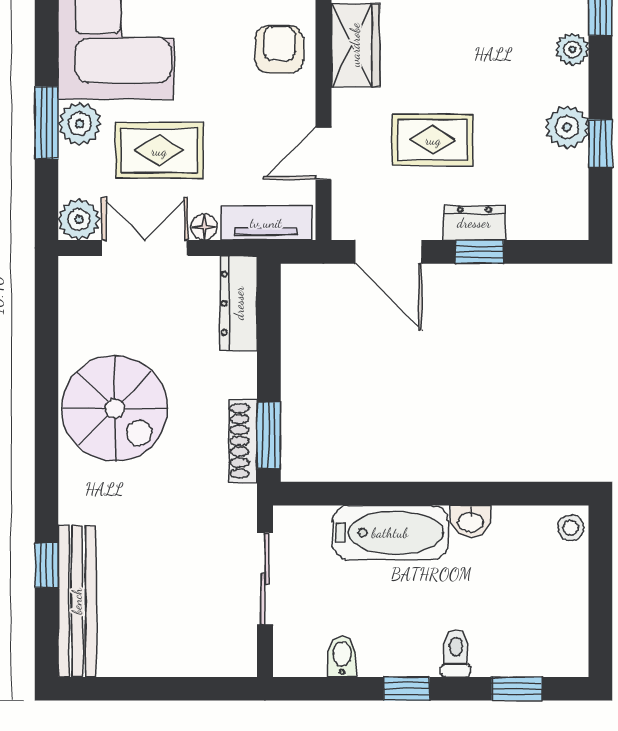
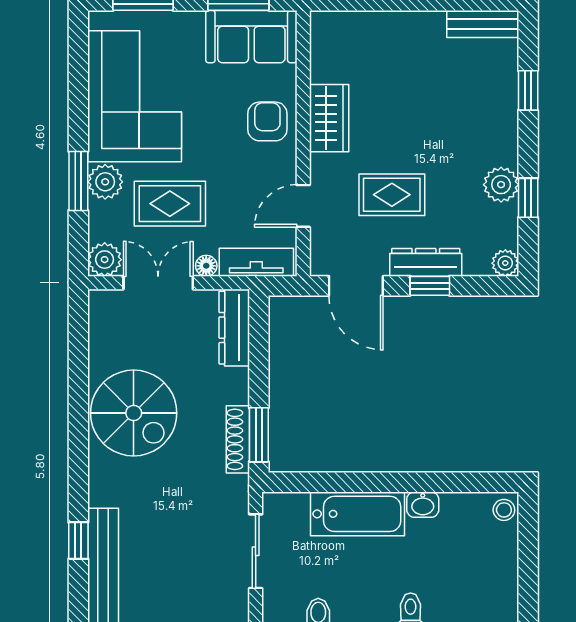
plant: (572, 49) -> (505, 263), moved
dresser: (474, 223) -> (426, 262), width x1.44

